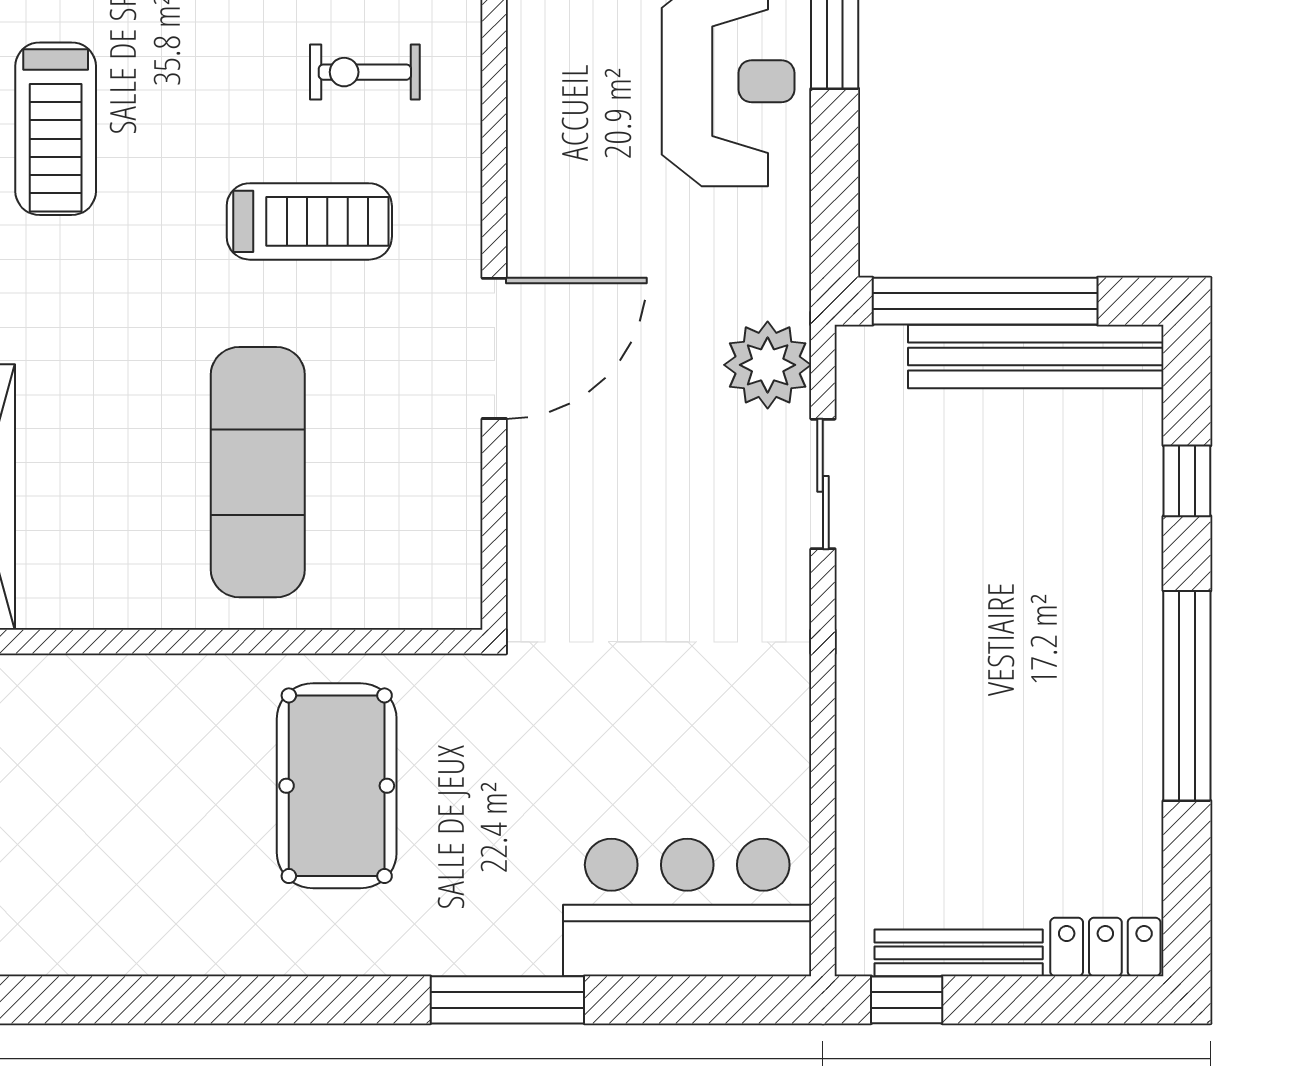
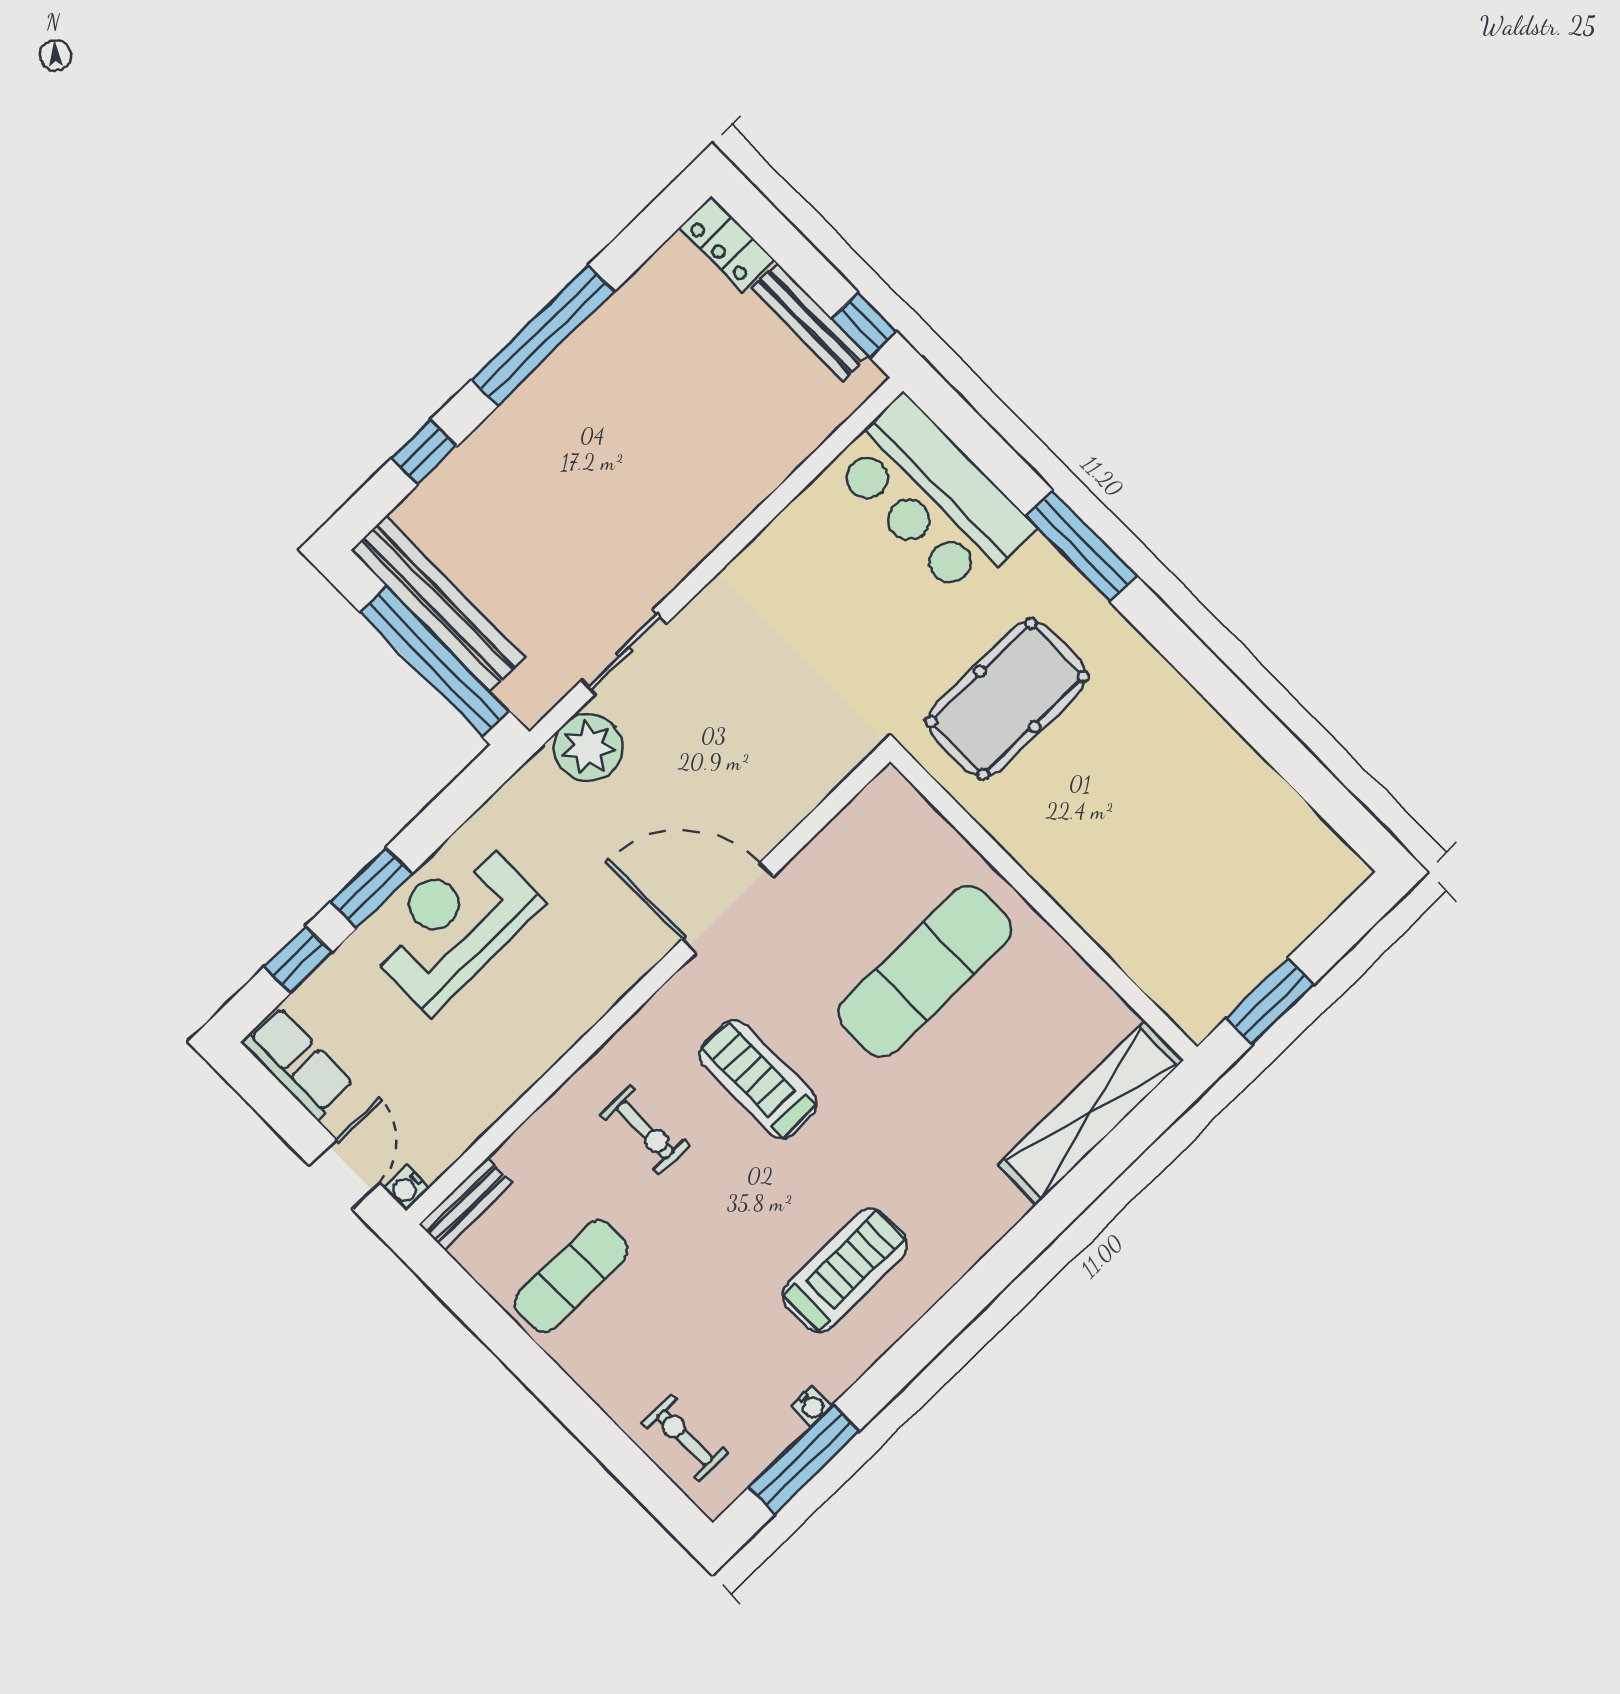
pool table: (337, 786) -> (1007, 699), moved

